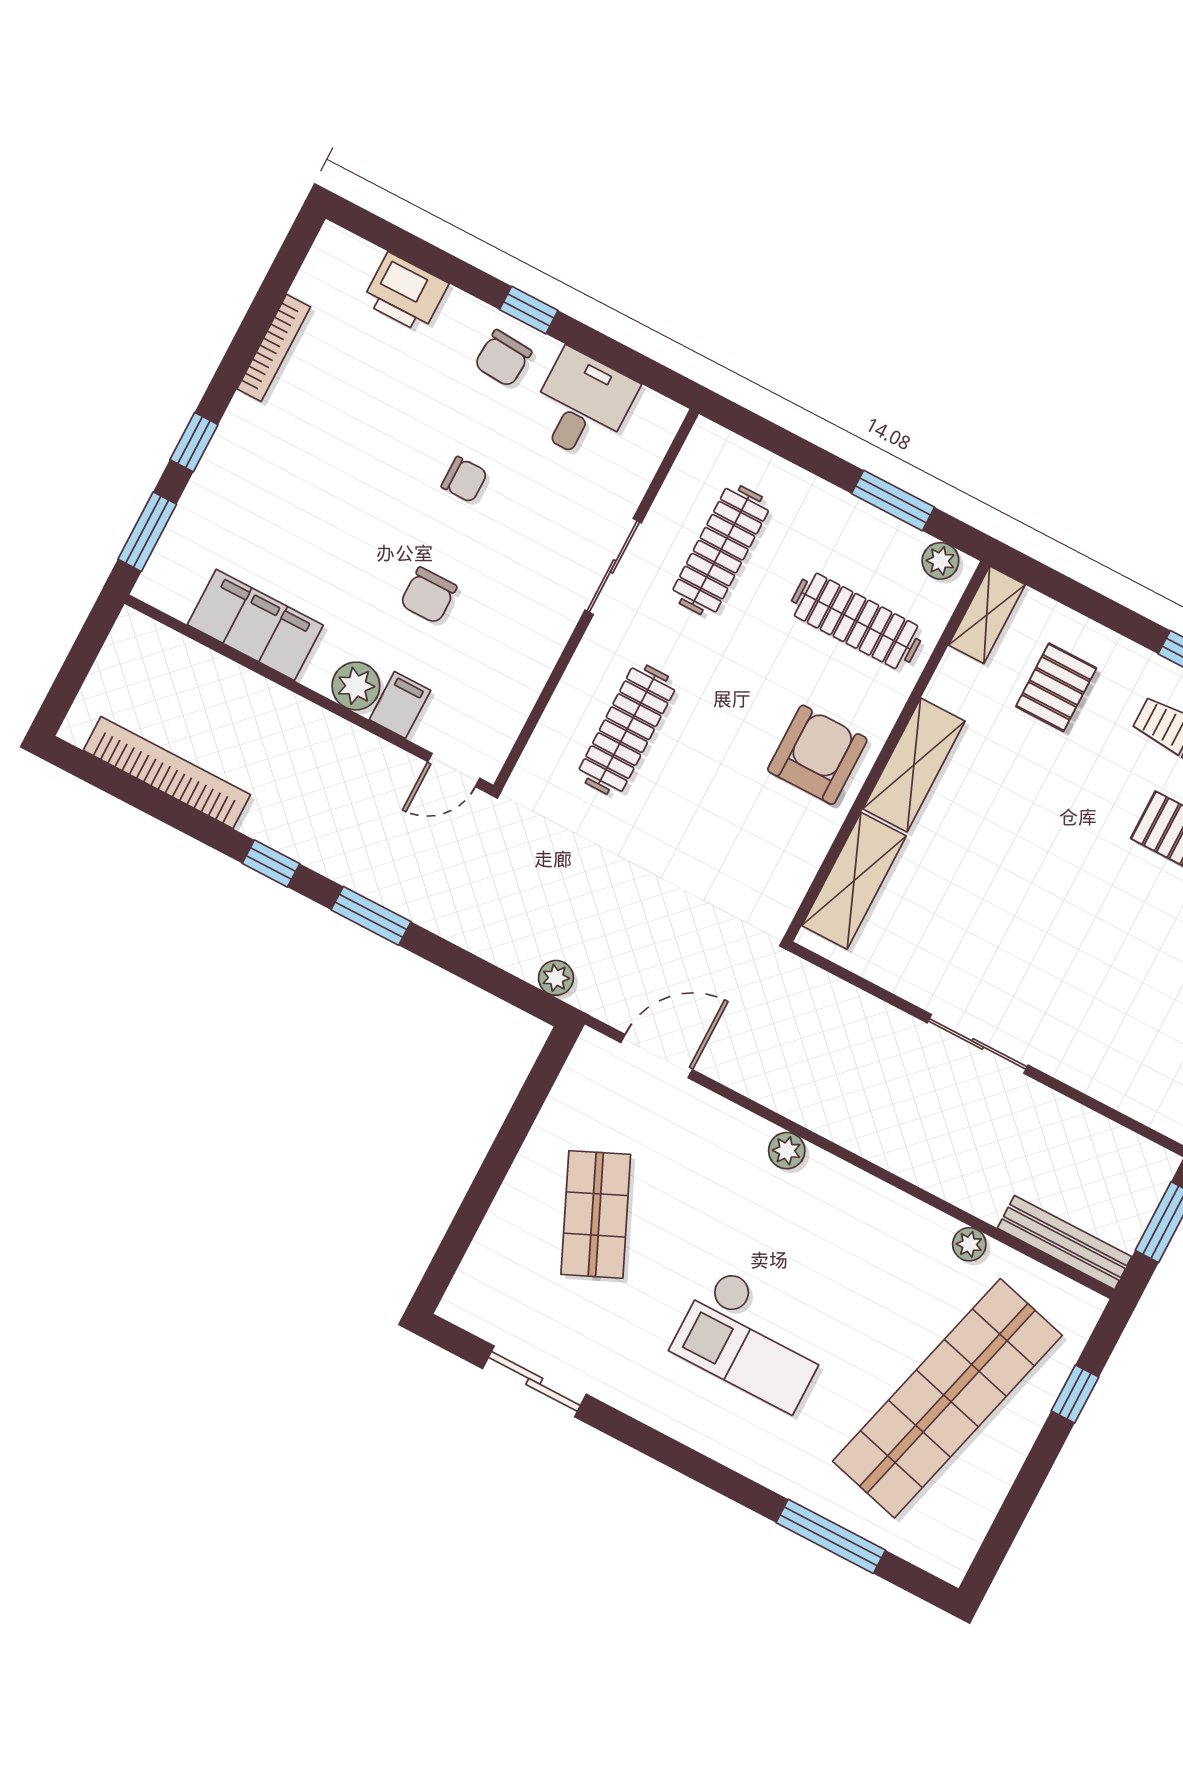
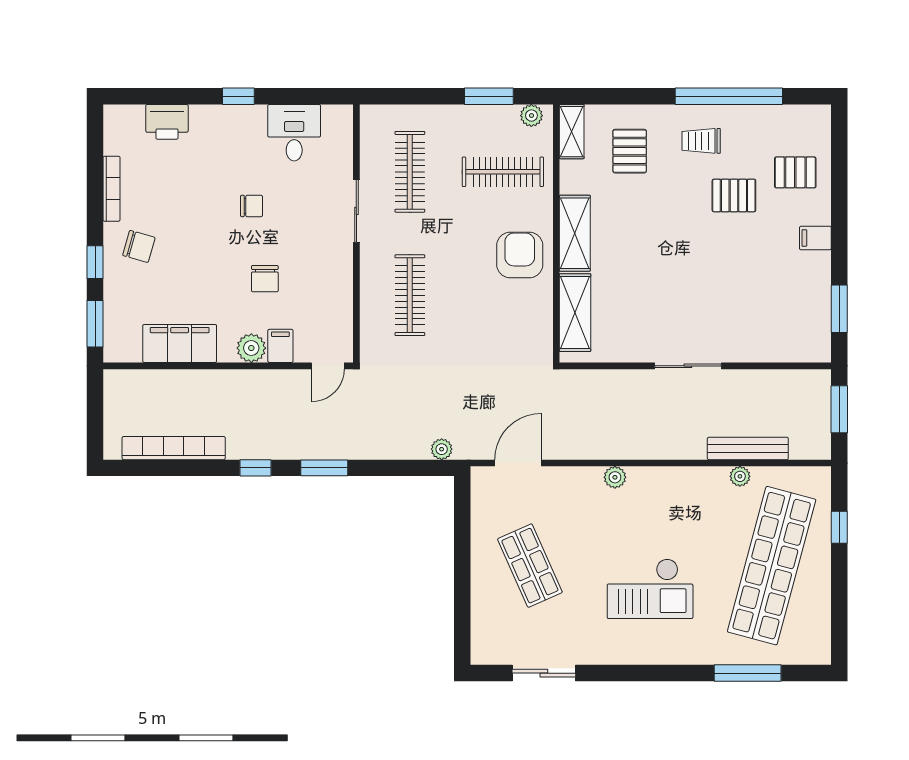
chair: (503, 358) -> (139, 246), moved, turned -78
bench: (1064, 1242) -> (748, 448), moved

